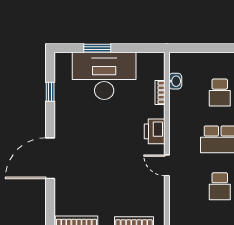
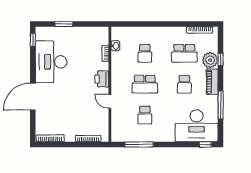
desk: (104, 76) -> (51, 62), moved, turned -90
window: (50, 92) -> (33, 40), moved

